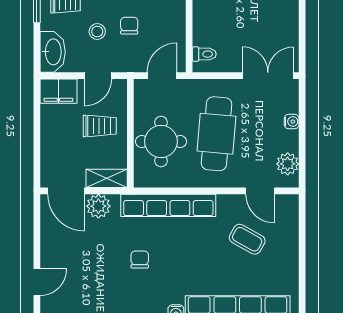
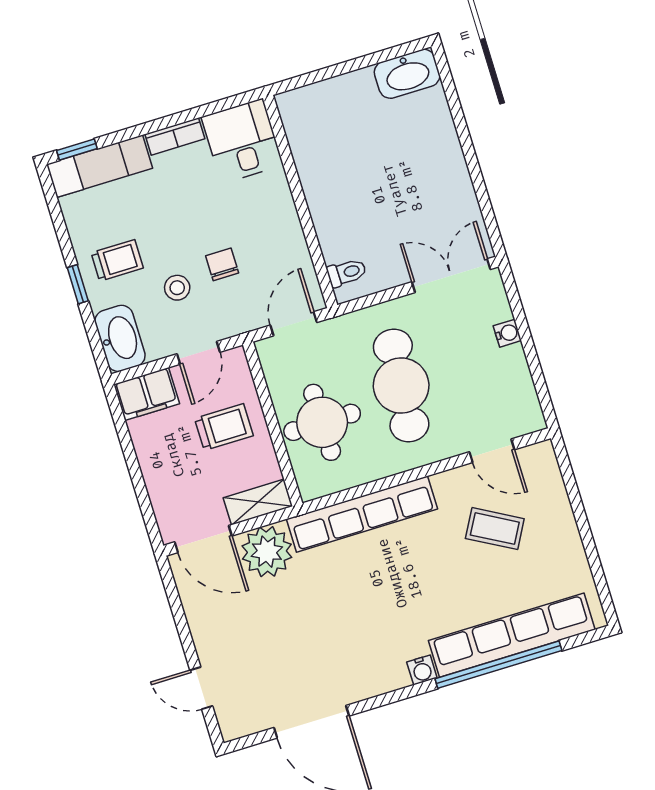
plant: (288, 164) -> (521, 398), removed
plant: (98, 206) -> (267, 552), width x1.36, depth x1.36
chair: (140, 259) -> (344, 608), removed
door: (37, 282) -> (201, 688), swing flipped

